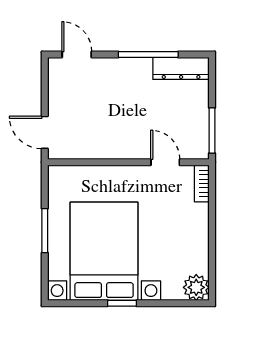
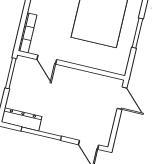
bookcase: (202, 183) -> (27, 33), width x1.56

